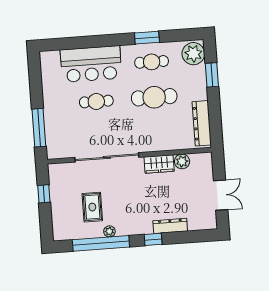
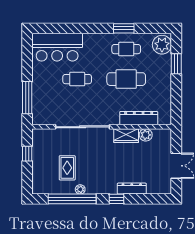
bar counter: (91, 64) -> (57, 47), moved
dresser: (202, 123) -> (139, 118), moved, turned 90

